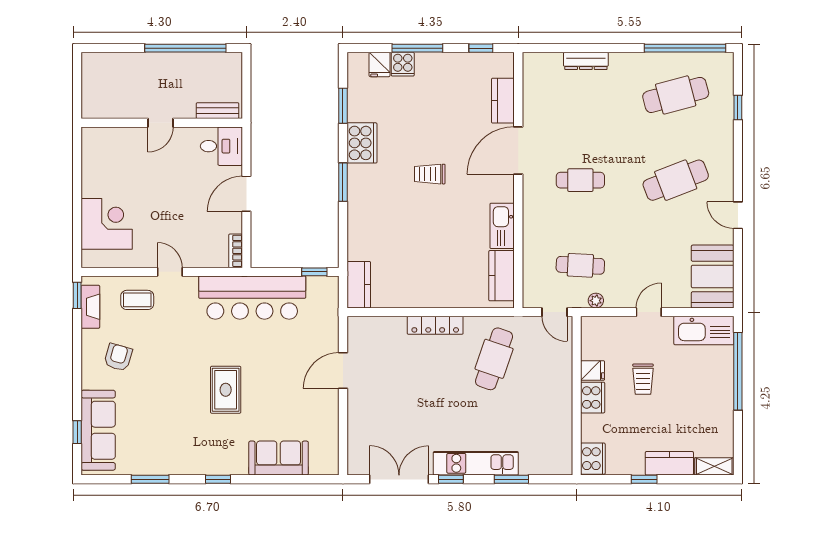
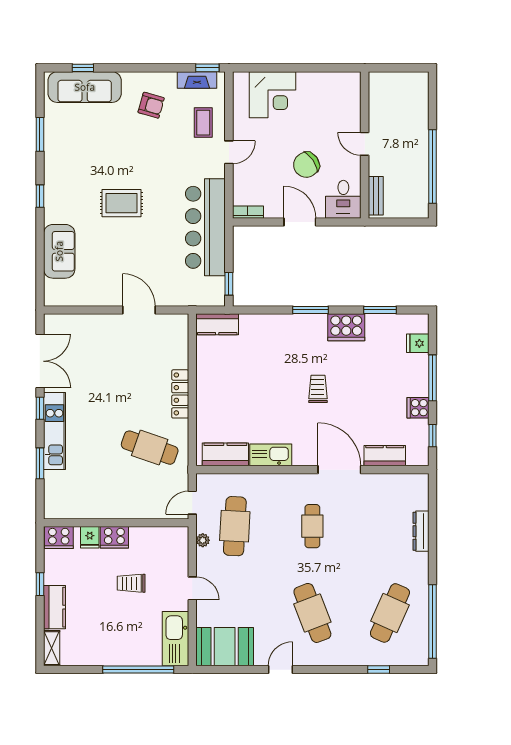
cooker: (403, 64) -> (418, 408), moved
cafe table: (676, 95) -> (390, 613), turned 39
chair: (184, 187) -> (306, 165), added
cafe table: (580, 265) -> (235, 526), width x1.37, depth x1.35
fridge: (593, 371) -> (90, 537), moved

